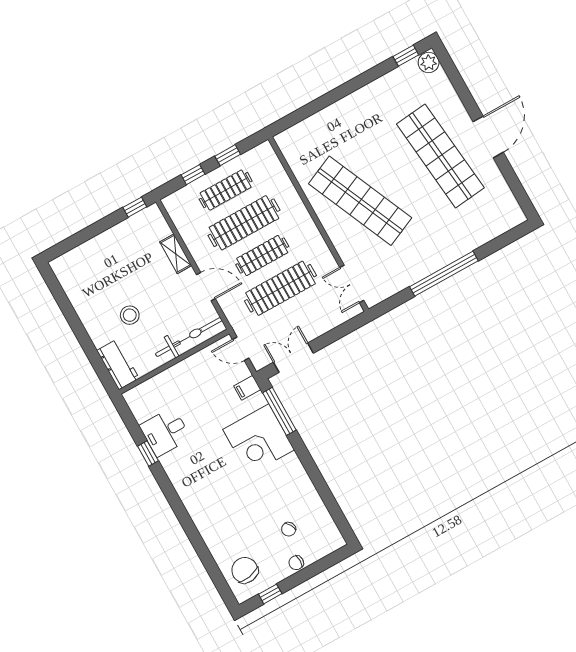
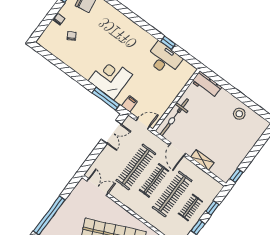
clothes rail: (226, 190) -> (190, 208), width x0.73
door: (206, 287) -> (177, 149), hinge flipped
stool: (130, 315) -> (239, 114), moved
desk: (165, 432) -> (164, 59), width x1.37

